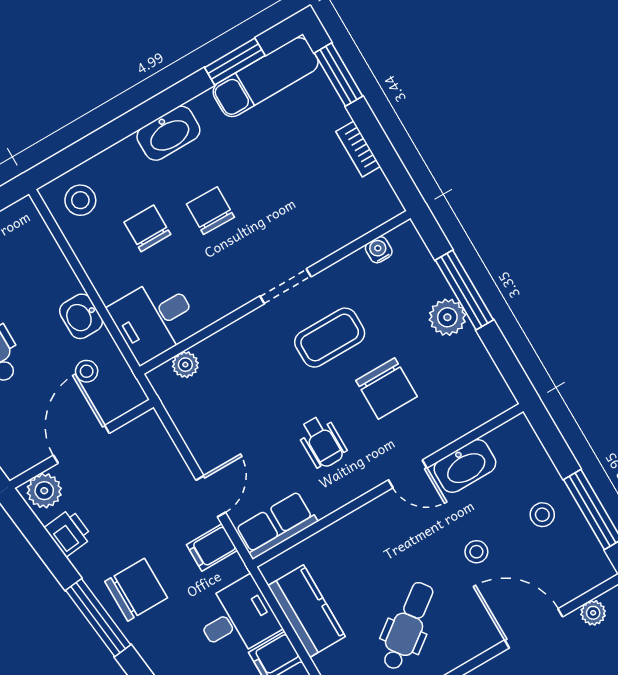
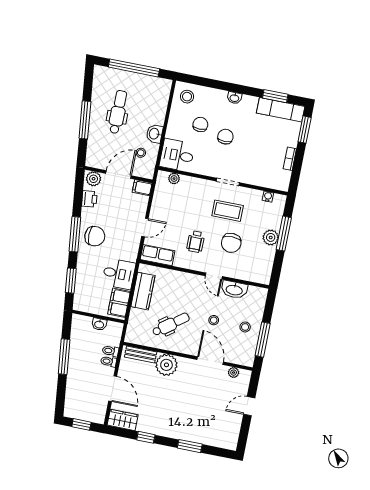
washbasin: (168, 133) -> (234, 98), width x0.52, depth x0.69
filing cabinet: (212, 548) -> (142, 188), moved

